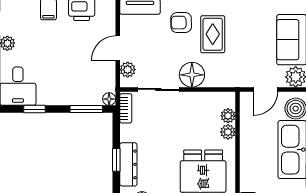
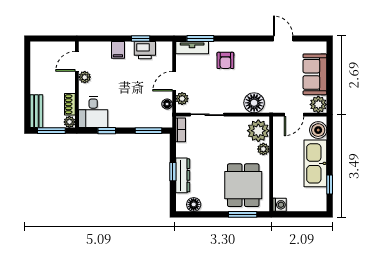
armchair: (181, 23) -> (225, 60), turned -89
rug: (213, 34) -> (251, 70), removed
floor lamp: (192, 75) -> (254, 103), moved
floor lamp: (109, 99) -> (167, 104), moved
plant: (228, 116) -> (258, 131), width x1.87, depth x1.87

